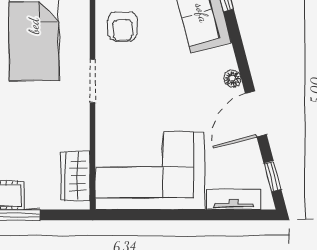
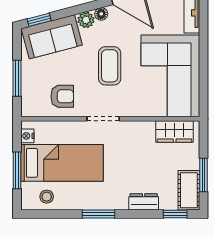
plant: (224, 58) -> (86, 20), added
coffee table: (163, 90) -> (110, 66), added

